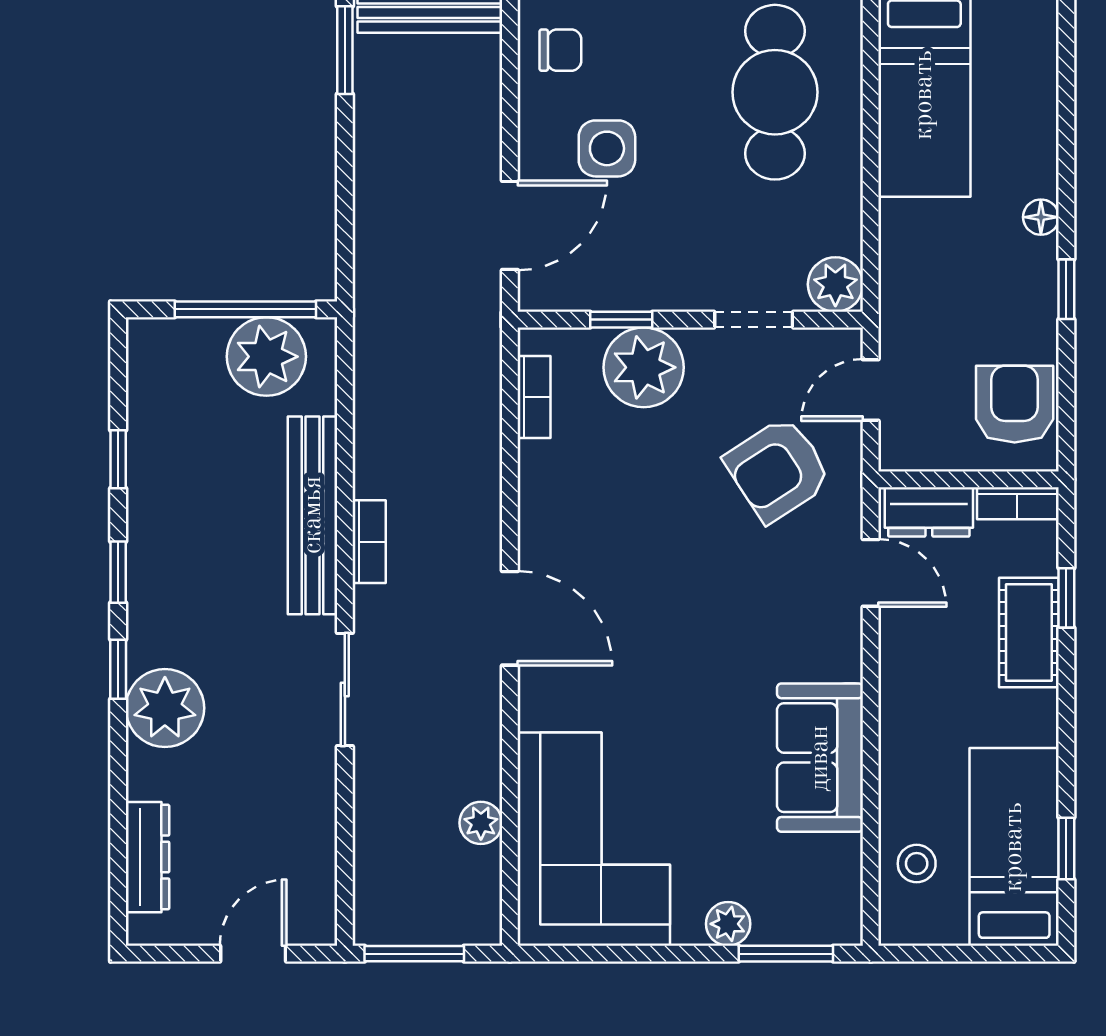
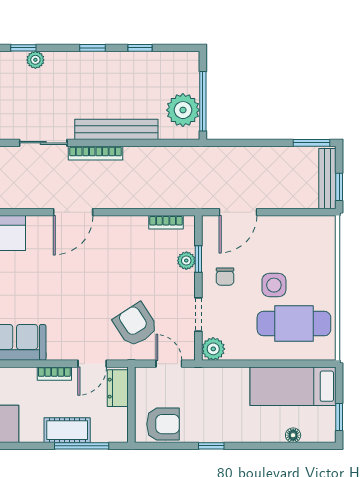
chair: (560, 50) -> (225, 277), moved
side table: (607, 148) -> (274, 285), moved
floor lamp: (1041, 217) -> (293, 435), moved
door: (510, 225) -> (238, 212), hinge flipped
plant: (644, 367) -> (186, 261), width x0.53, depth x0.53
bookcase: (1017, 503) -> (54, 374), moved, turned -90
bookcase: (369, 542) -> (96, 153), width x1.56
window: (1066, 598) -> (82, 446), width x2.17
window: (118, 669) -> (23, 48), moved
plant: (165, 708) -> (35, 60), width x0.53, depth x0.53

